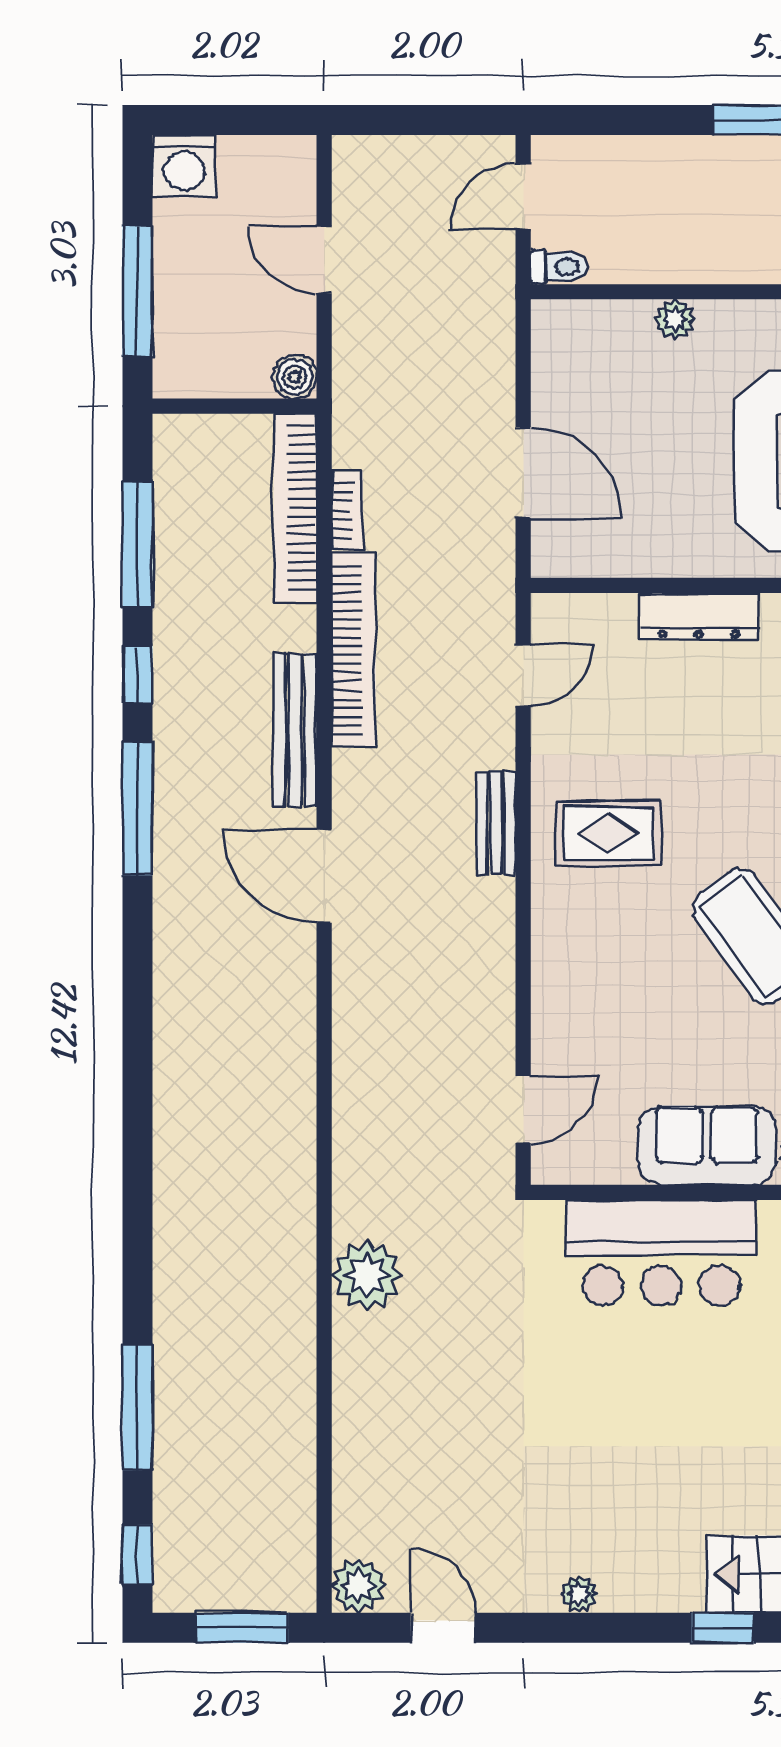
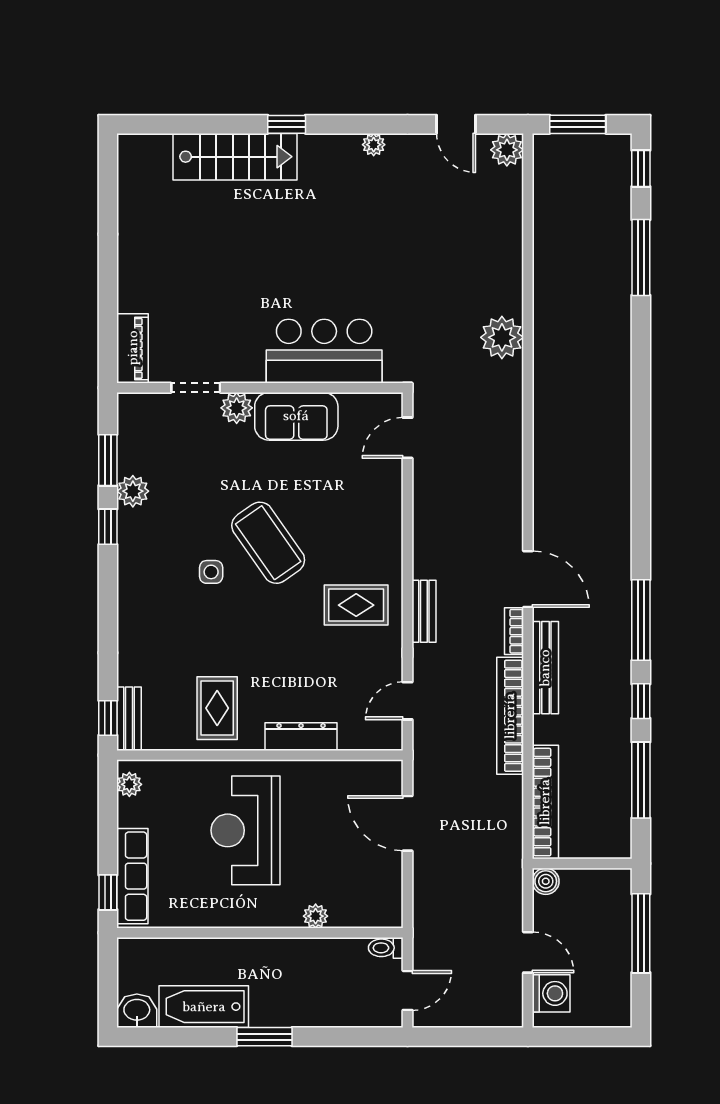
washing machine: (184, 166) -> (551, 993), moved, turned 90
bookcase: (347, 510) -> (514, 631), moved

